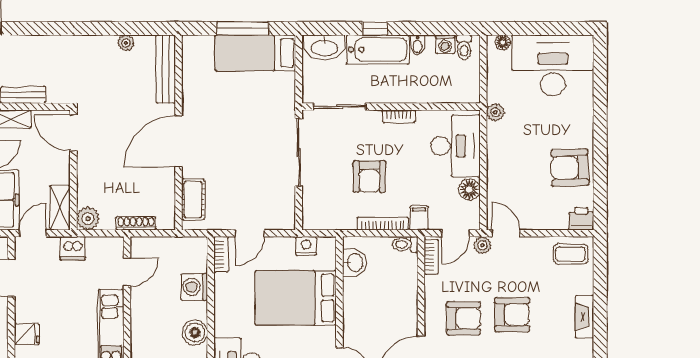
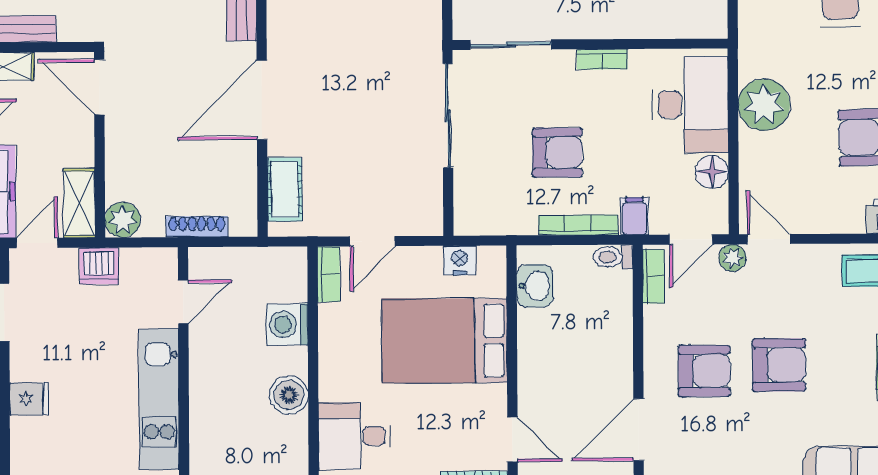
plant: (495, 112) -> (764, 105), moved, width x1.87, depth x1.87
armchair: (369, 177) -> (557, 152), turned -90

